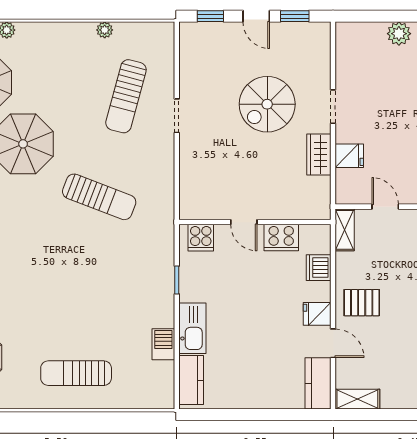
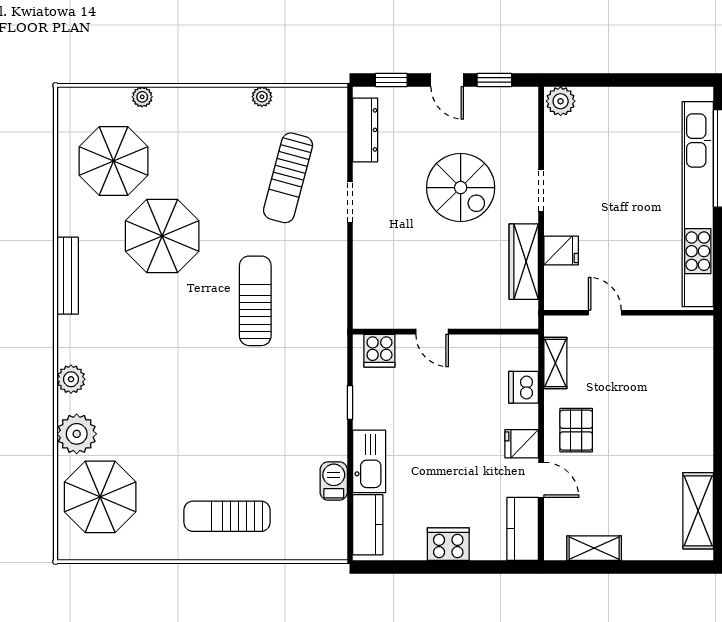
plant: (399, 34) -> (561, 101), moved
dresser: (189, 57) -> (365, 130), added
spiral stairs: (267, 104) -> (461, 188), turned -90
wardrobe: (319, 154) -> (524, 262), width x1.50
sun lounger: (99, 197) -> (255, 301), turned -111
shelving: (345, 230) -> (555, 363), moved
cooker: (281, 238) -> (448, 544), moved, turned 180
pallet: (362, 303) -> (576, 430), turned 90
shelving: (357, 399) -> (594, 548), moved

